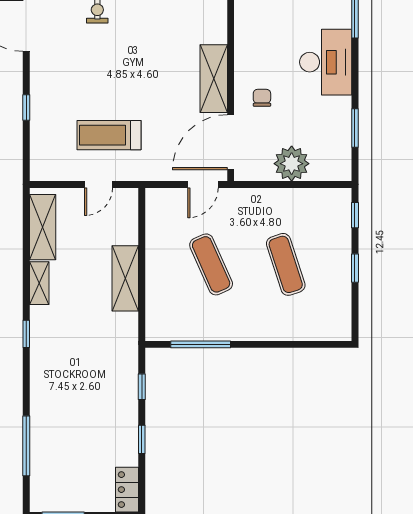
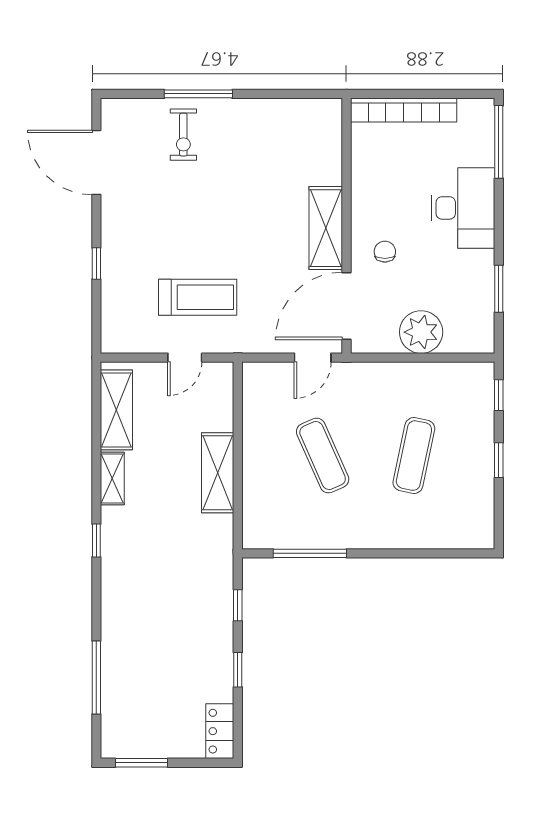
treadmill: (109, 135) -> (198, 297), turned 180
exercise mat: (286, 264) -> (414, 456), turned 30

